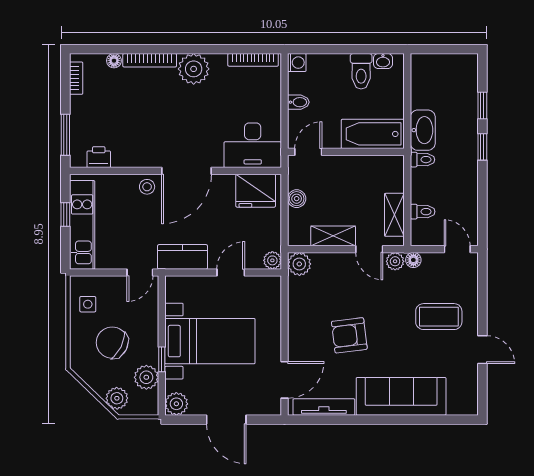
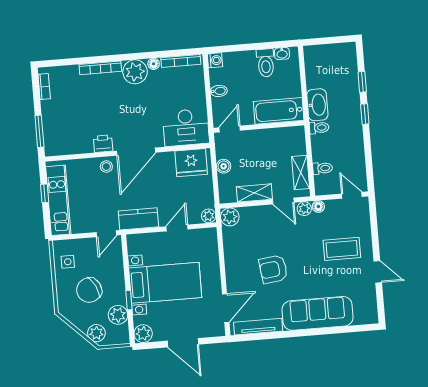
floor lamp: (114, 61) -> (154, 64), moved
printer: (99, 157) -> (103, 144), moved
chair: (112, 343) -> (89, 290), turned -54

